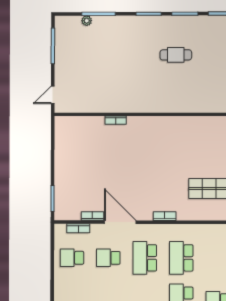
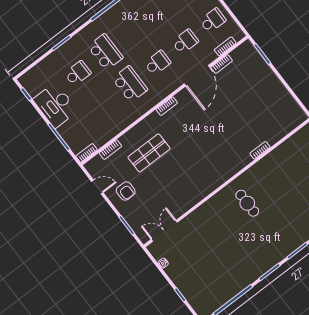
cafe table: (176, 55) -> (247, 203), moved, turned 90
door: (120, 222) -> (197, 76), hinge flipped
school desk: (145, 258) -> (158, 63), width x0.54

